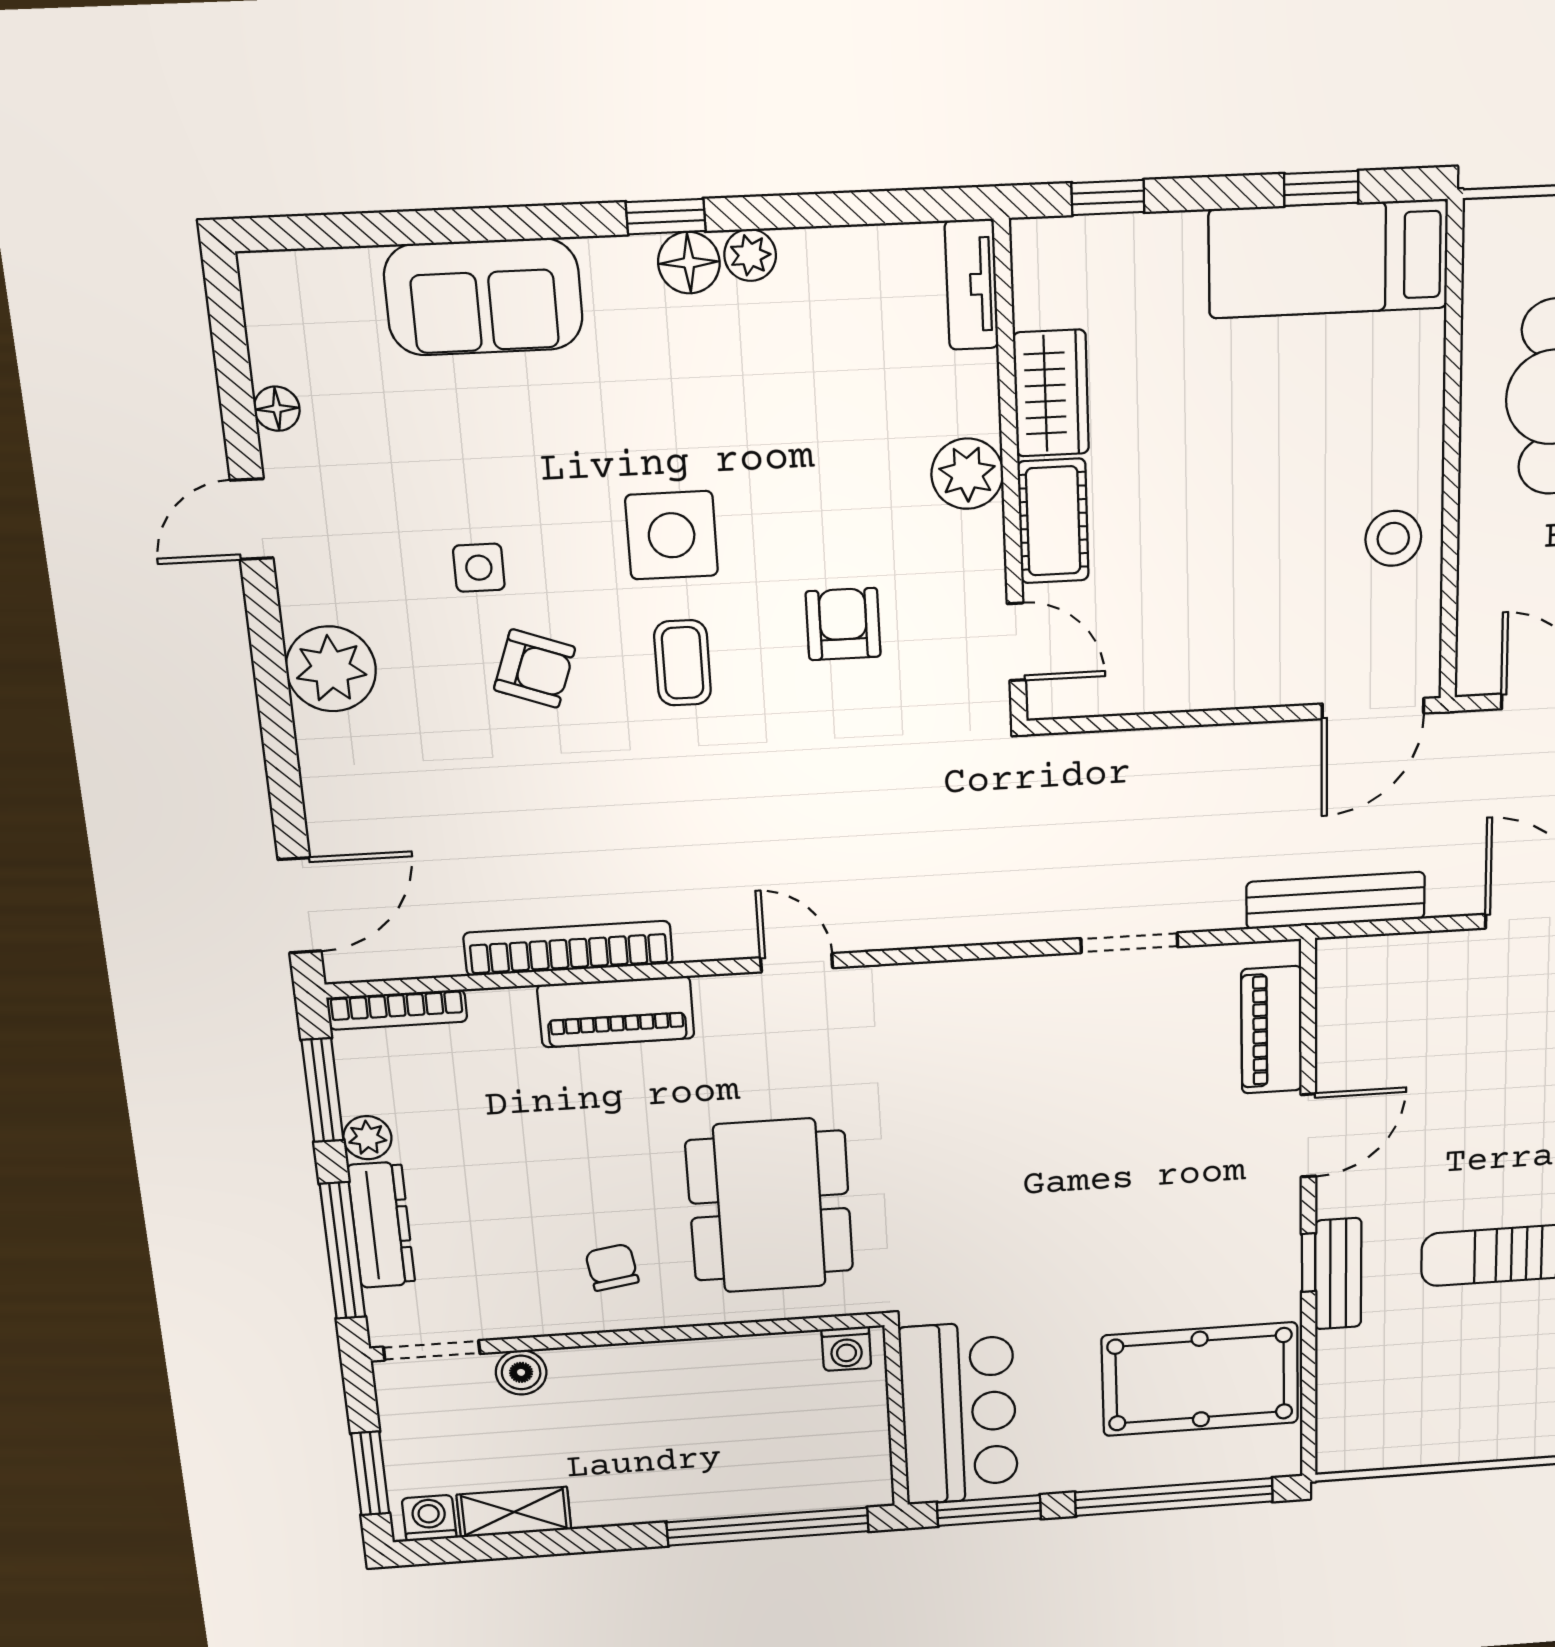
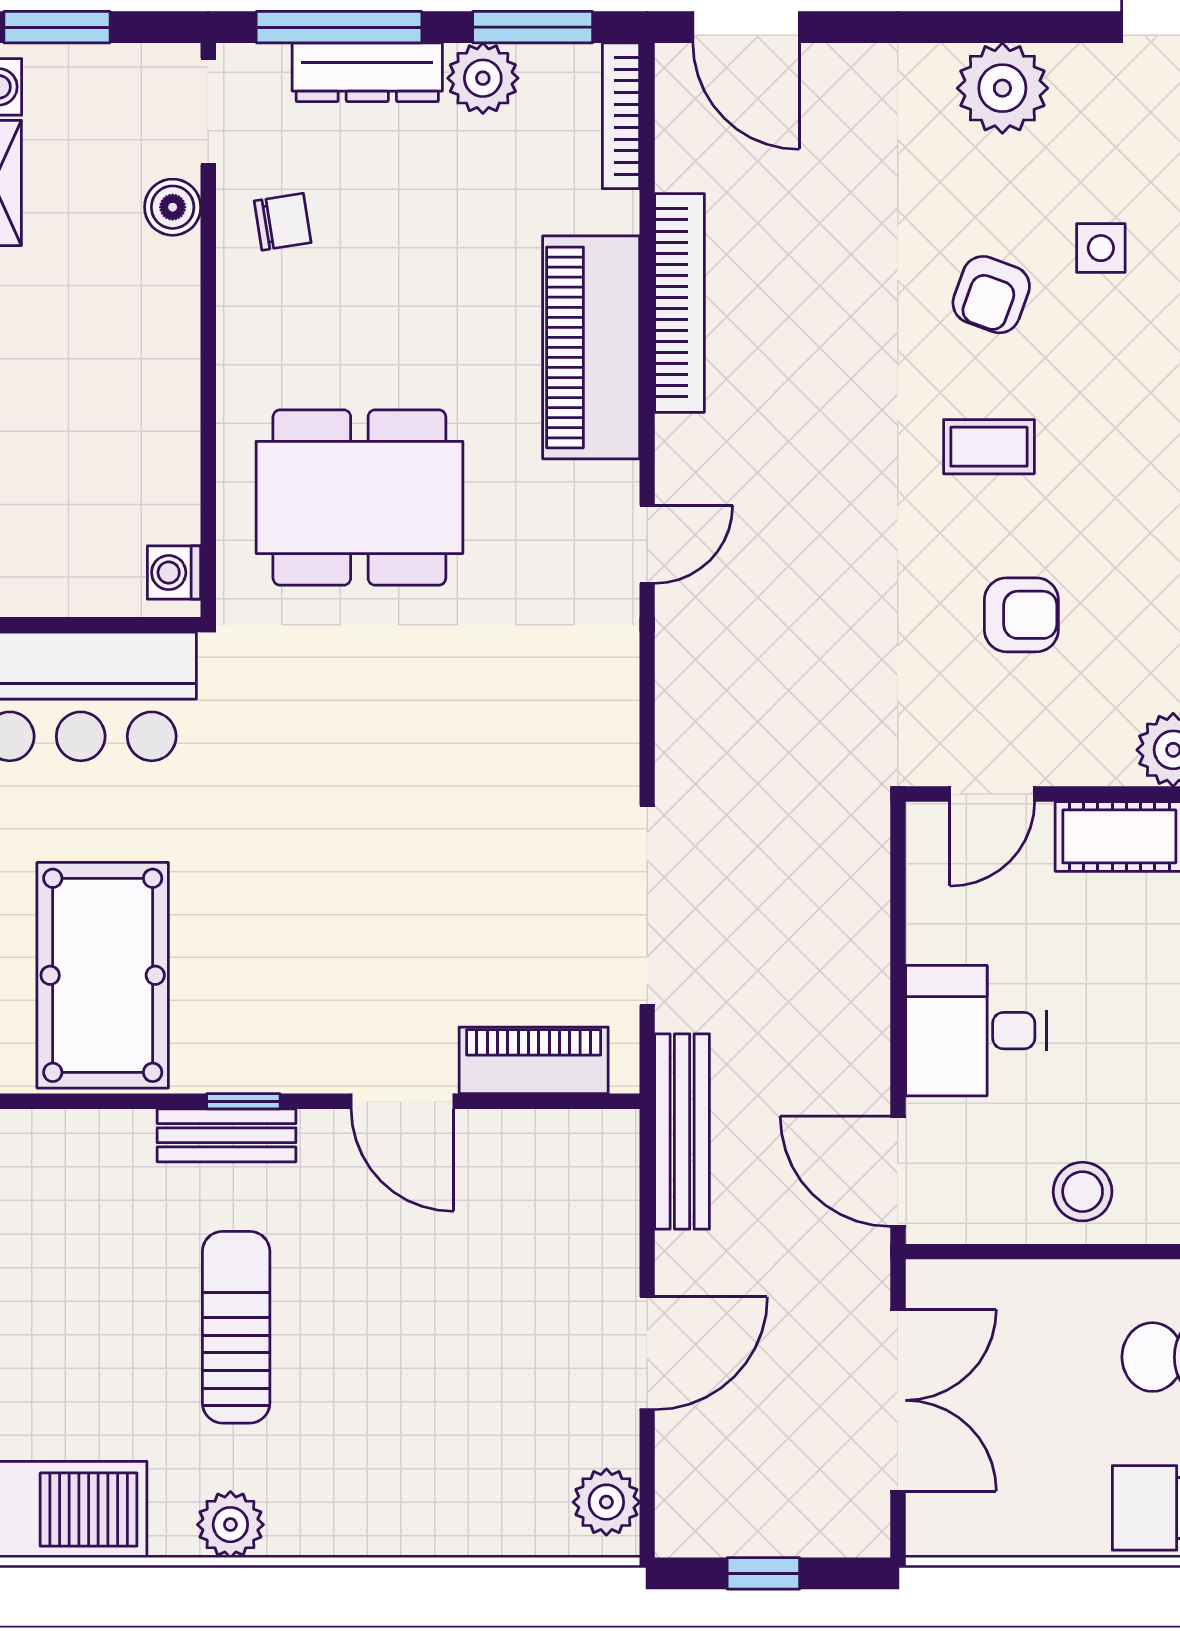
side table: (672, 535) -> (1125, 445), removed
desk: (1241, 645) -> (976, 1031), added
doorway: (1129, 943) -> (647, 905), width x1.88
piano: (616, 1012) -> (591, 347), width x1.37, depth x1.33
plant: (367, 1138) -> (483, 78), width x1.38, depth x1.38
chair: (612, 1267) -> (283, 222), moved

